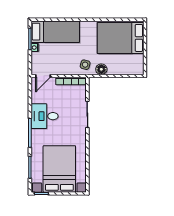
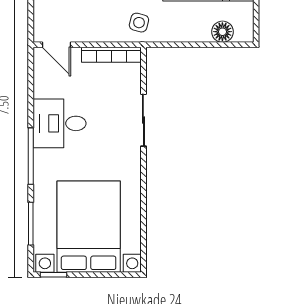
floor lamp: (101, 69) -> (222, 32), moved
door: (43, 76) -> (57, 45), hinge flipped

